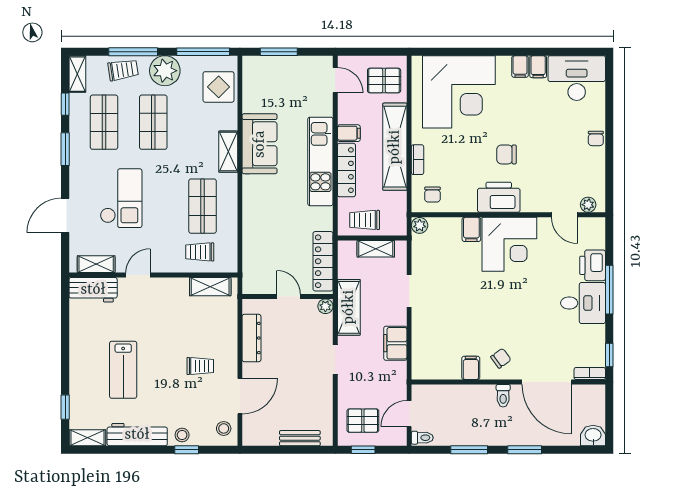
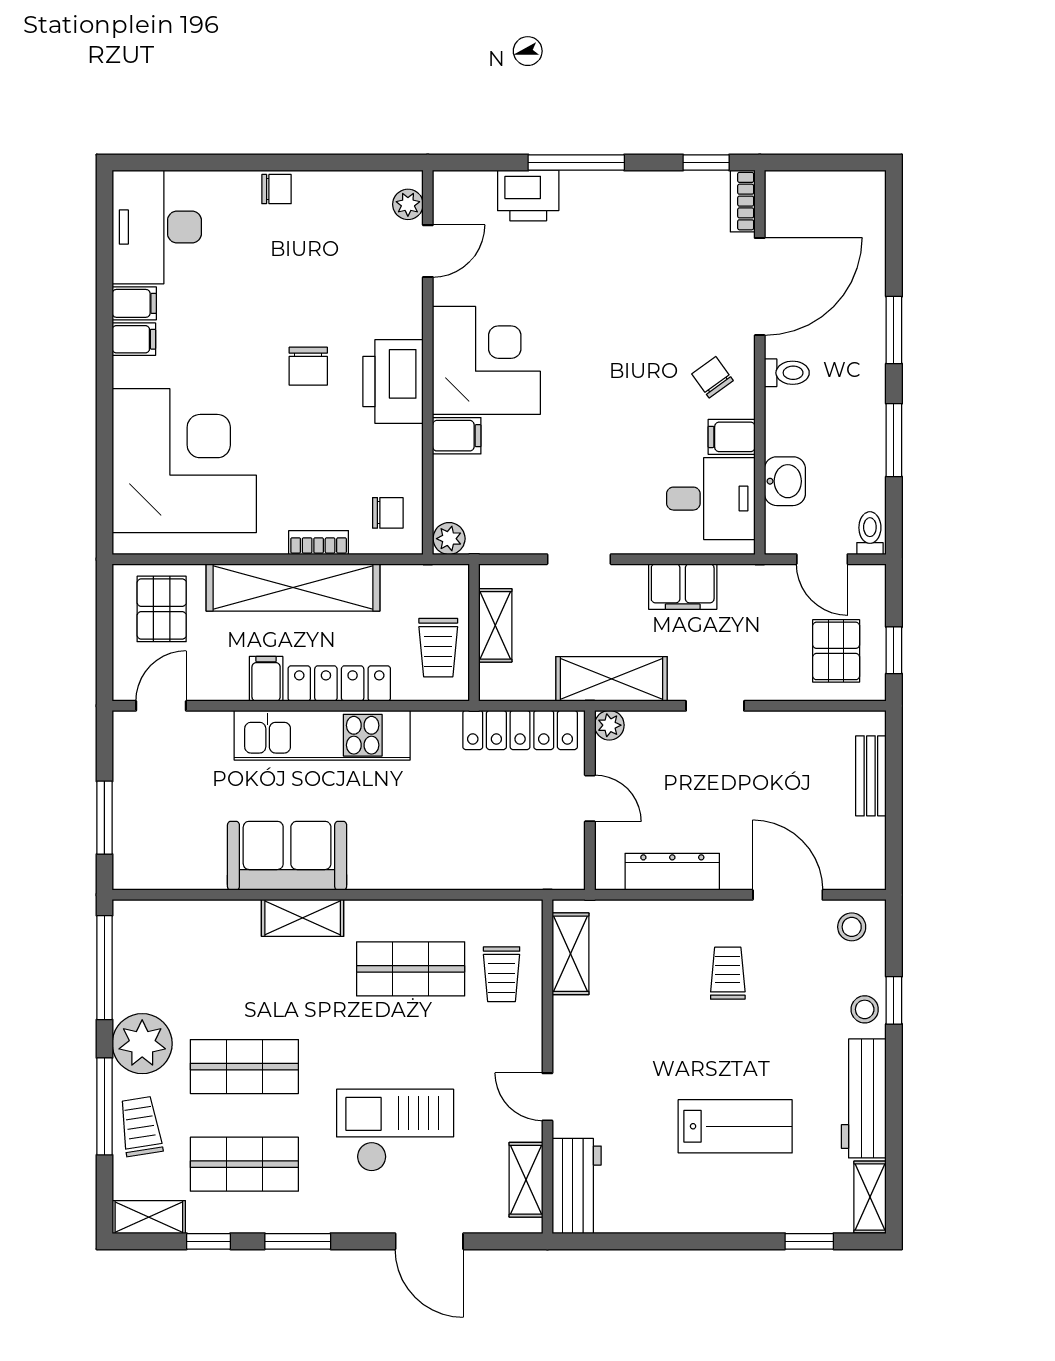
display table: (219, 87) -> (174, 937), removed
door: (289, 296) -> (590, 798), swing flipped
desk: (583, 303) -> (711, 499), moved, turned 90
washbasin: (593, 435) -> (785, 481), moved, turned 180

